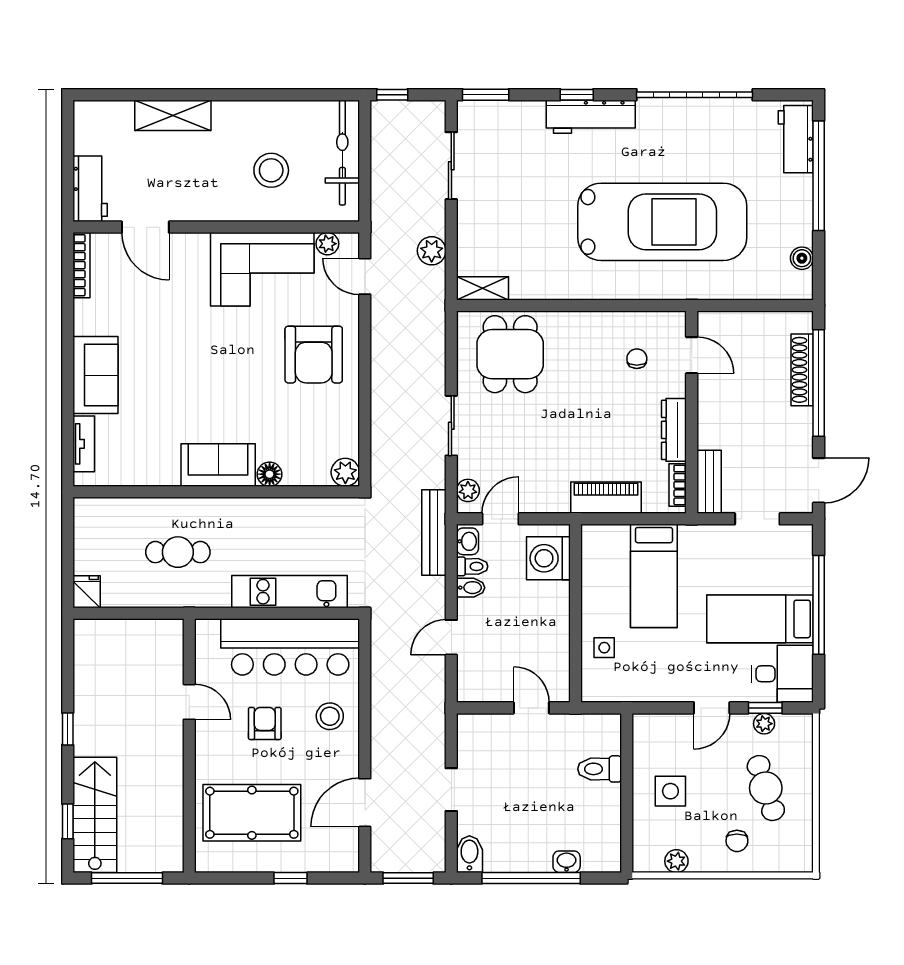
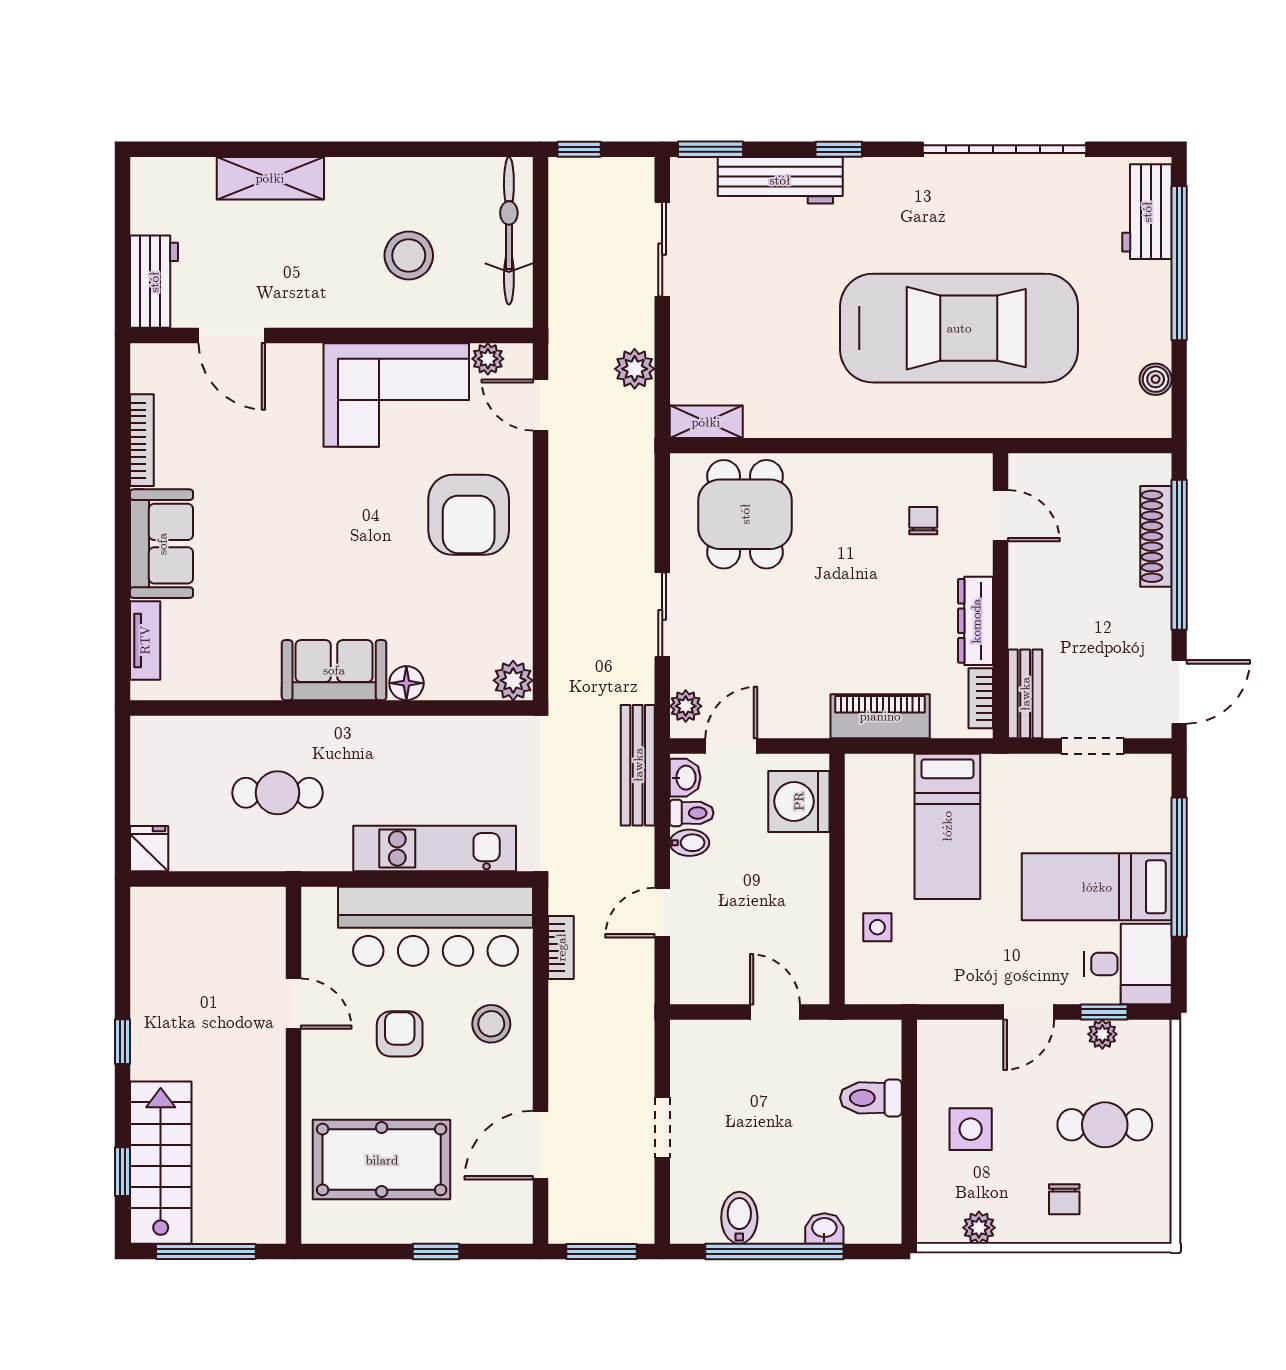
workbench: (591, 117) -> (780, 180), moved
bookcase: (81, 265) -> (142, 440), moved
bookcase: (379, 662) -> (561, 947), added
cafe table: (766, 788) -> (1105, 1125), turned -72
bidet: (469, 854) -> (739, 1218), moved

